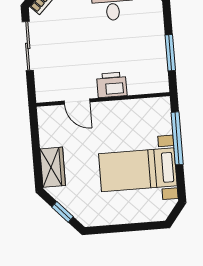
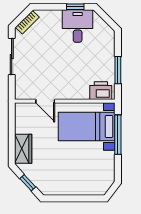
printer: (112, 85) -> (101, 91), moved
bed with nightstands: (138, 170) -> (87, 127), moved

